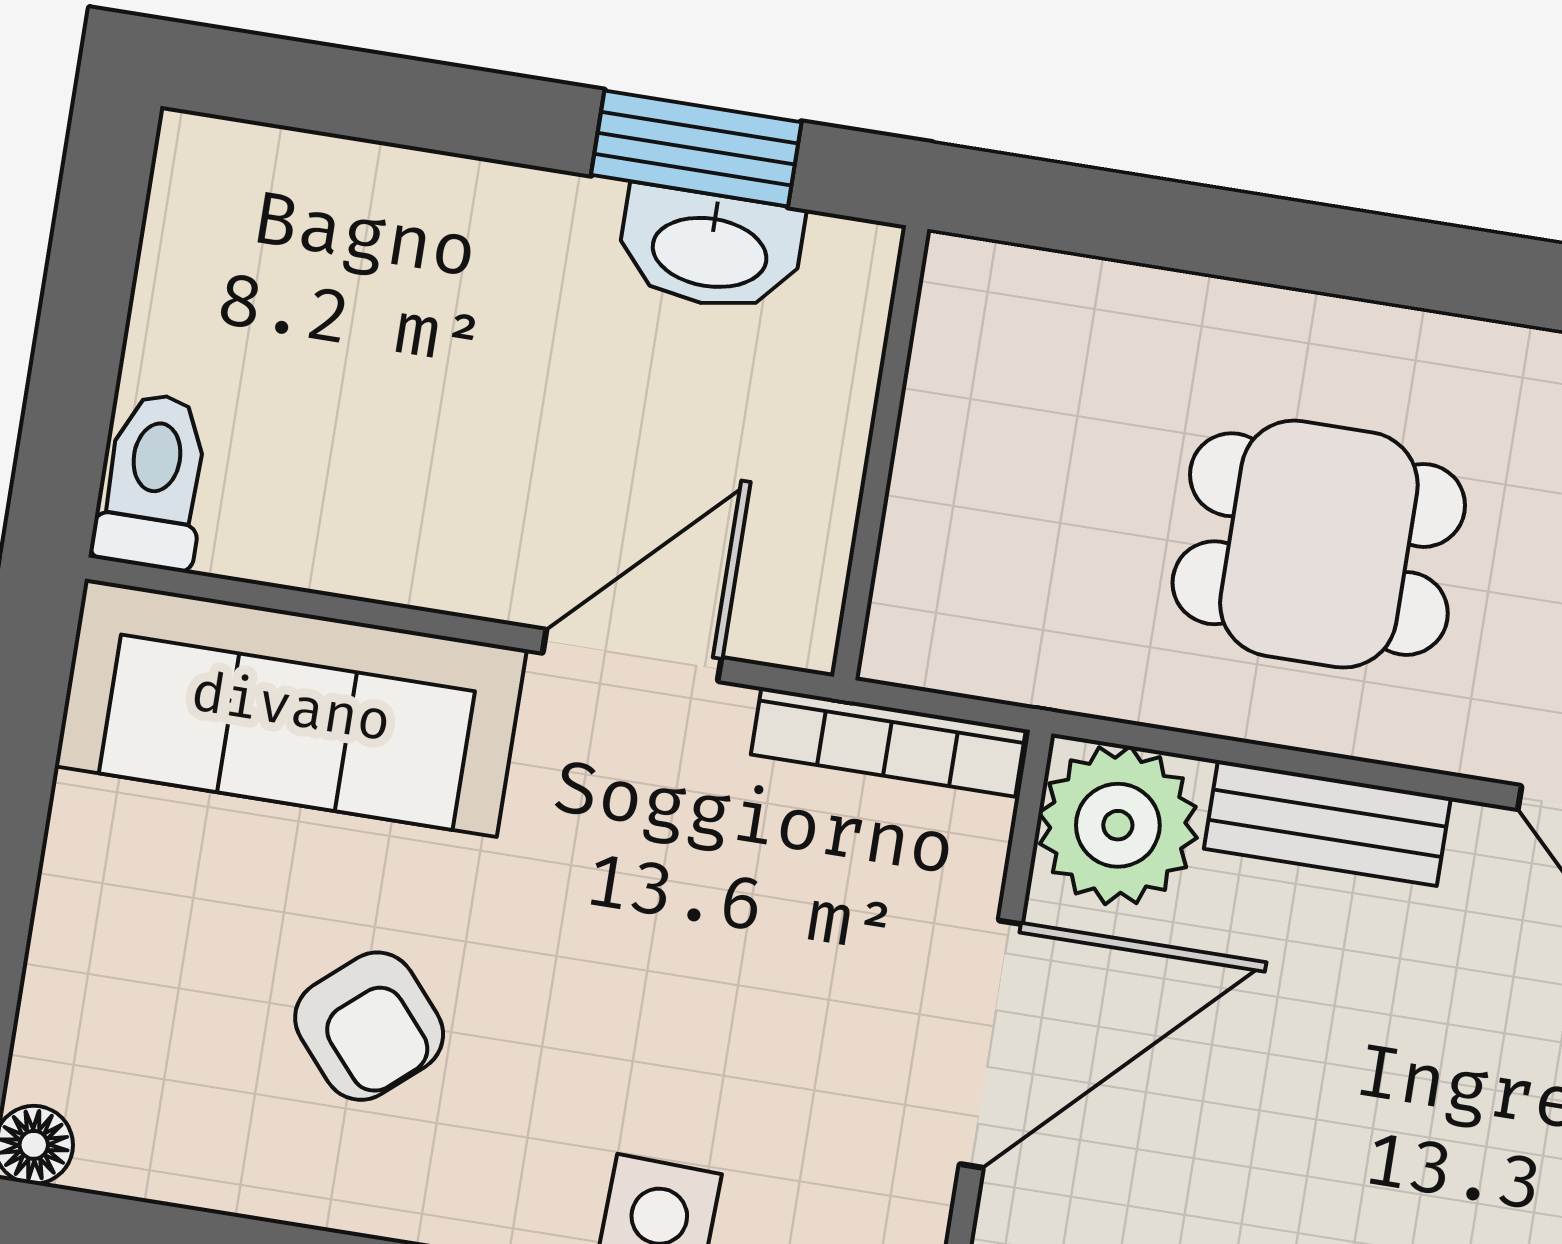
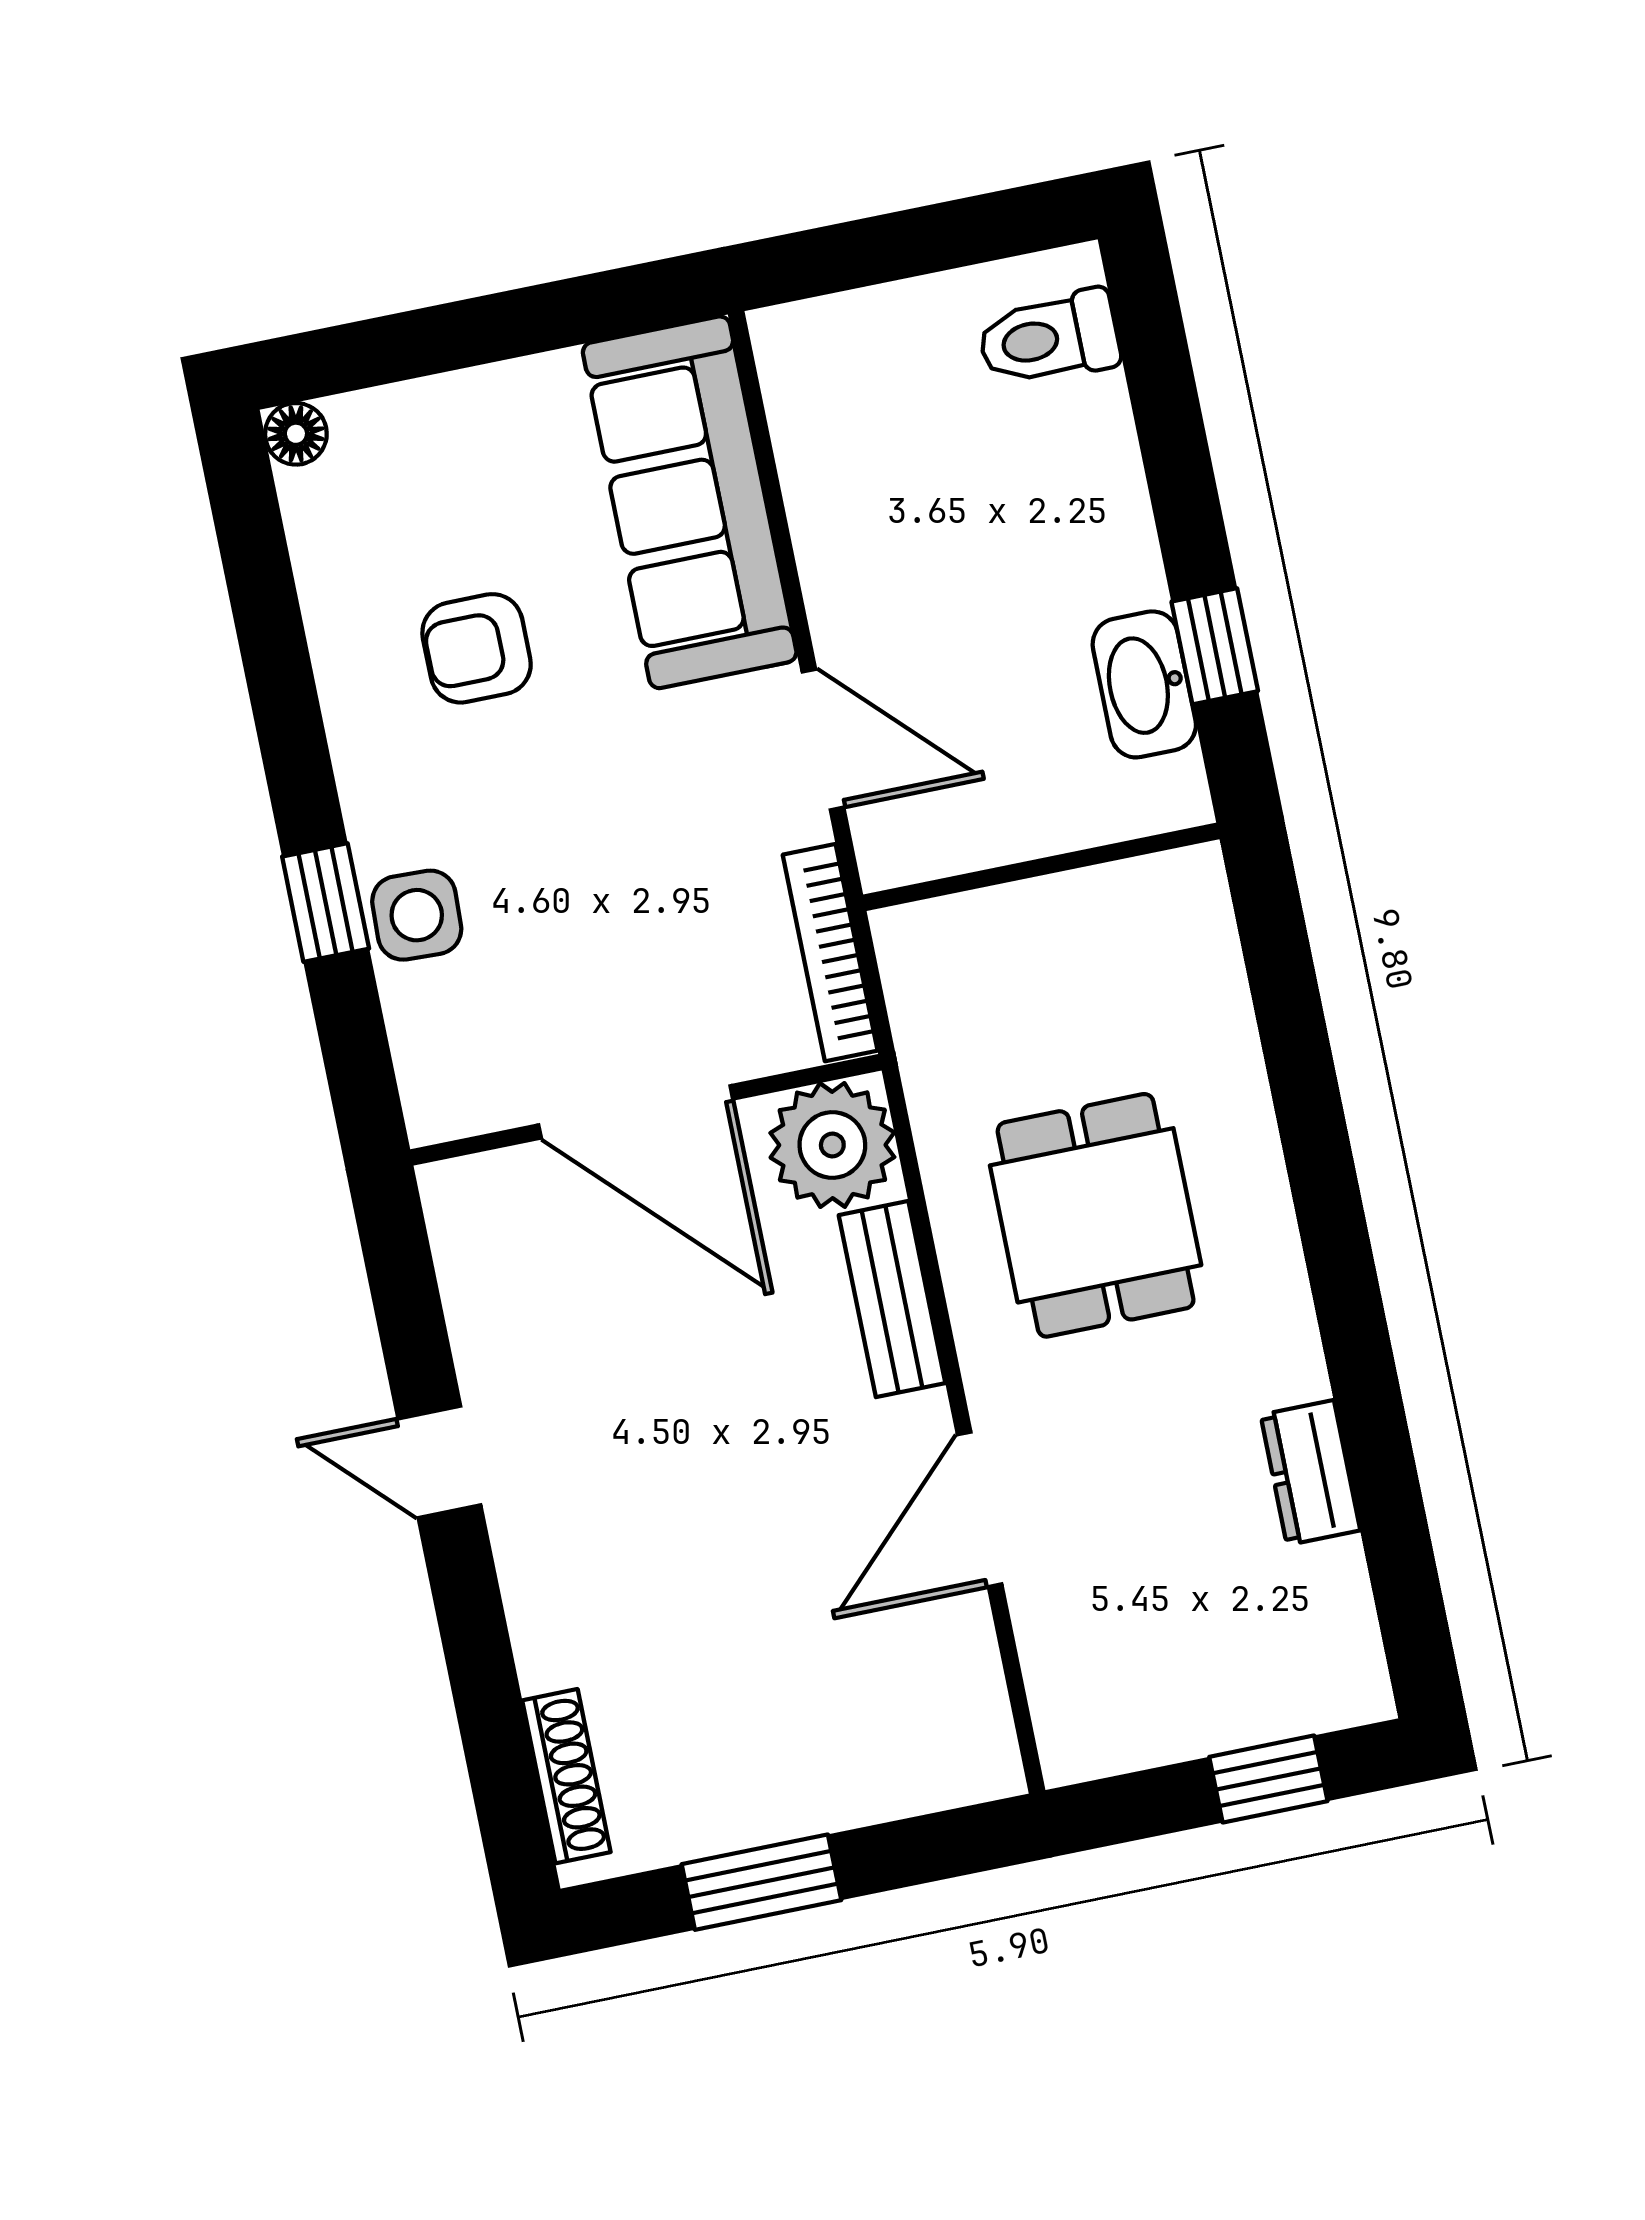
window: (696, 148) -> (1215, 646), width x0.67
toilet: (153, 481) -> (1049, 338), moved, turned 180
armchair: (369, 1026) -> (477, 648), turned 41

